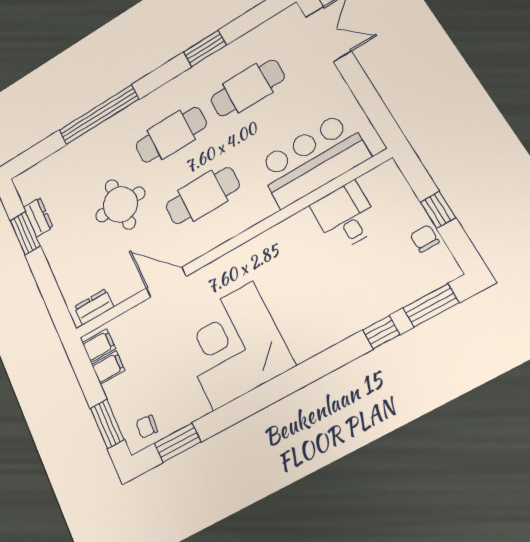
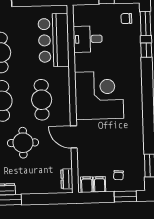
chair: (425, 238) -> (126, 19), moved
door: (166, 282) -> (74, 137), hinge flipped
corner desk: (233, 345) -> (99, 95), moved, turned 180
chair: (147, 427) -> (118, 175), moved

